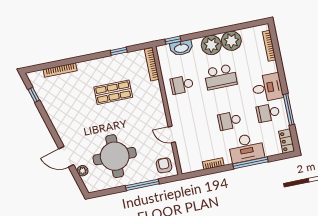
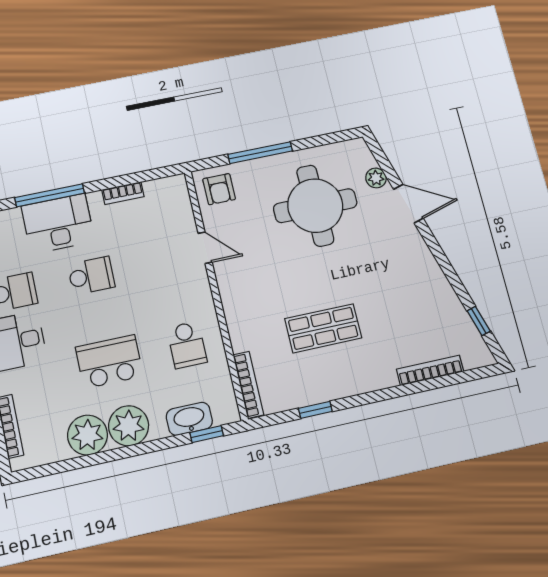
school desk: (182, 85) -> (187, 345), turned 90

